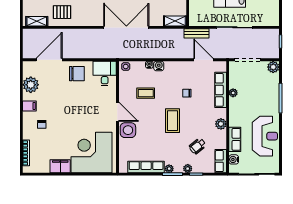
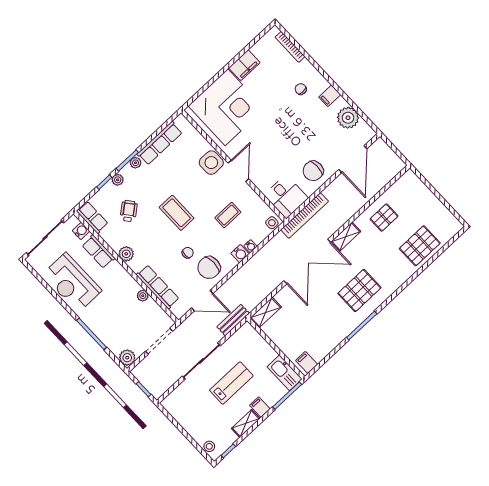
shelving: (37, 21) -> (346, 237), moved
bookcase: (104, 54) -> (305, 215), added
chair: (183, 74) -> (209, 268), added
door: (117, 112) -> (238, 171), swing flipped

